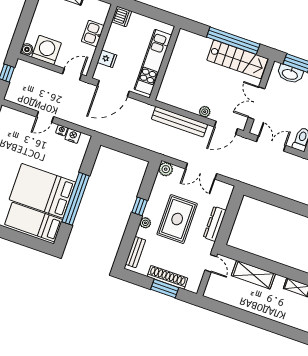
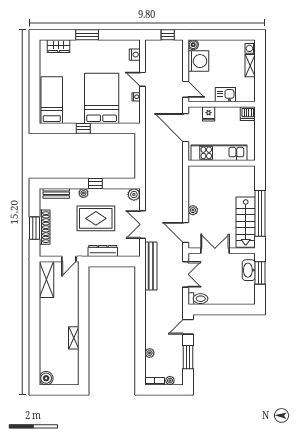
bench: (179, 122) -> (151, 266), moved
nightstand: (73, 136) -> (135, 55), moved
bed: (42, 191) -> (102, 98), moved
window: (76, 199) -> (83, 128), width x0.32
shelving: (253, 275) -> (46, 280), moved

